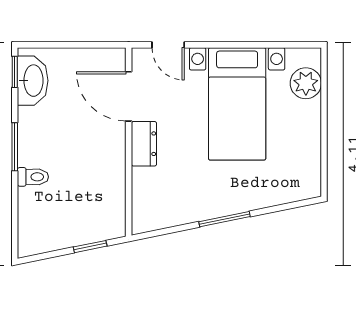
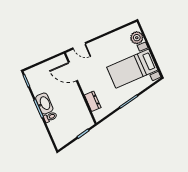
washbasin: (33, 81) -> (44, 103), moved
bed with nightstands: (237, 104) -> (132, 69), moved, turned 90
dresser: (144, 144) -> (93, 101), moved

